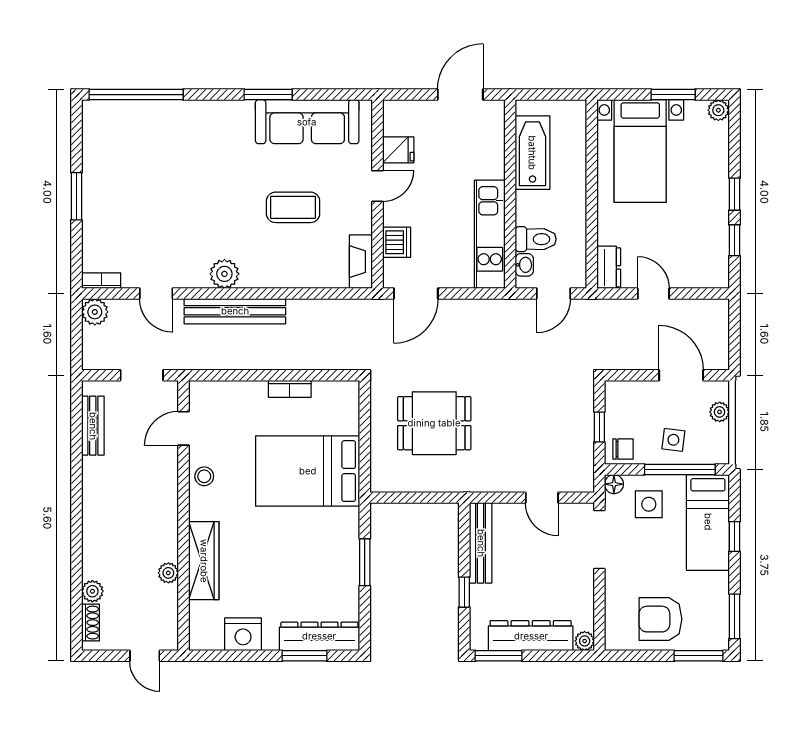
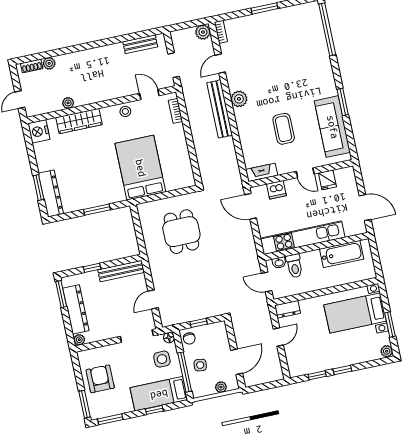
kitchen unit: (490, 234) -> (303, 238), width x1.36
bookcase: (290, 389) -> (176, 111), moved
nightstand: (243, 634) -> (39, 131), moved

